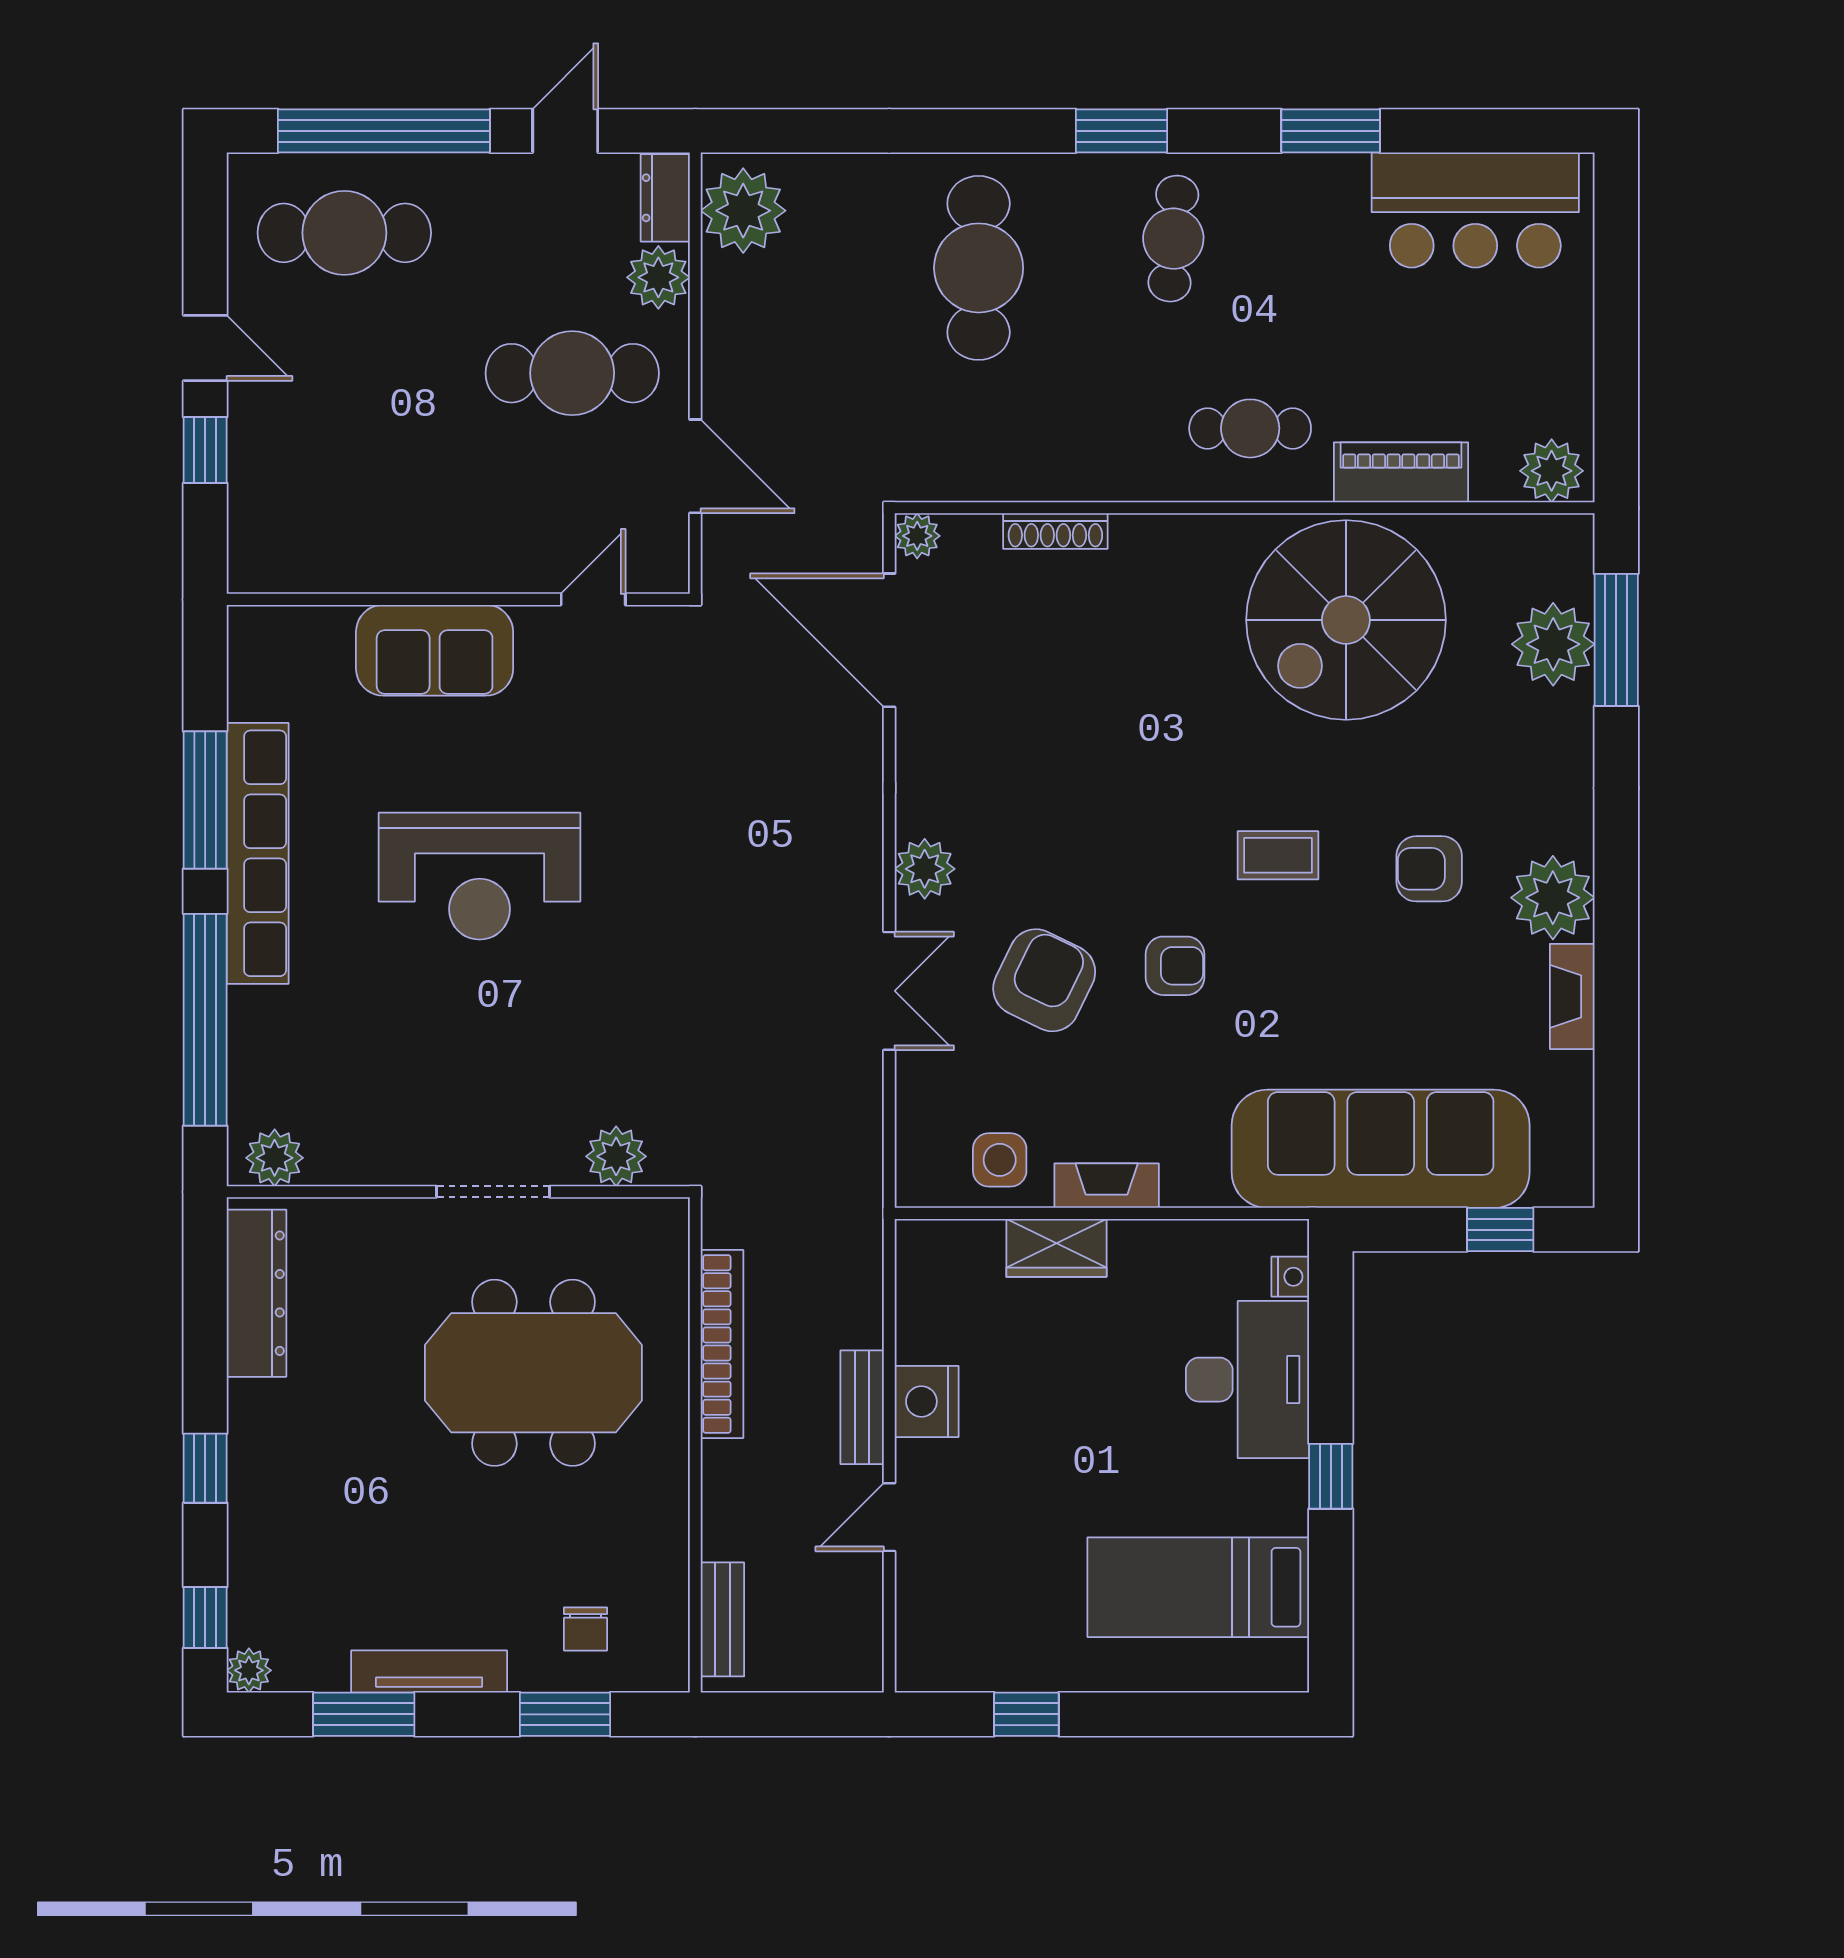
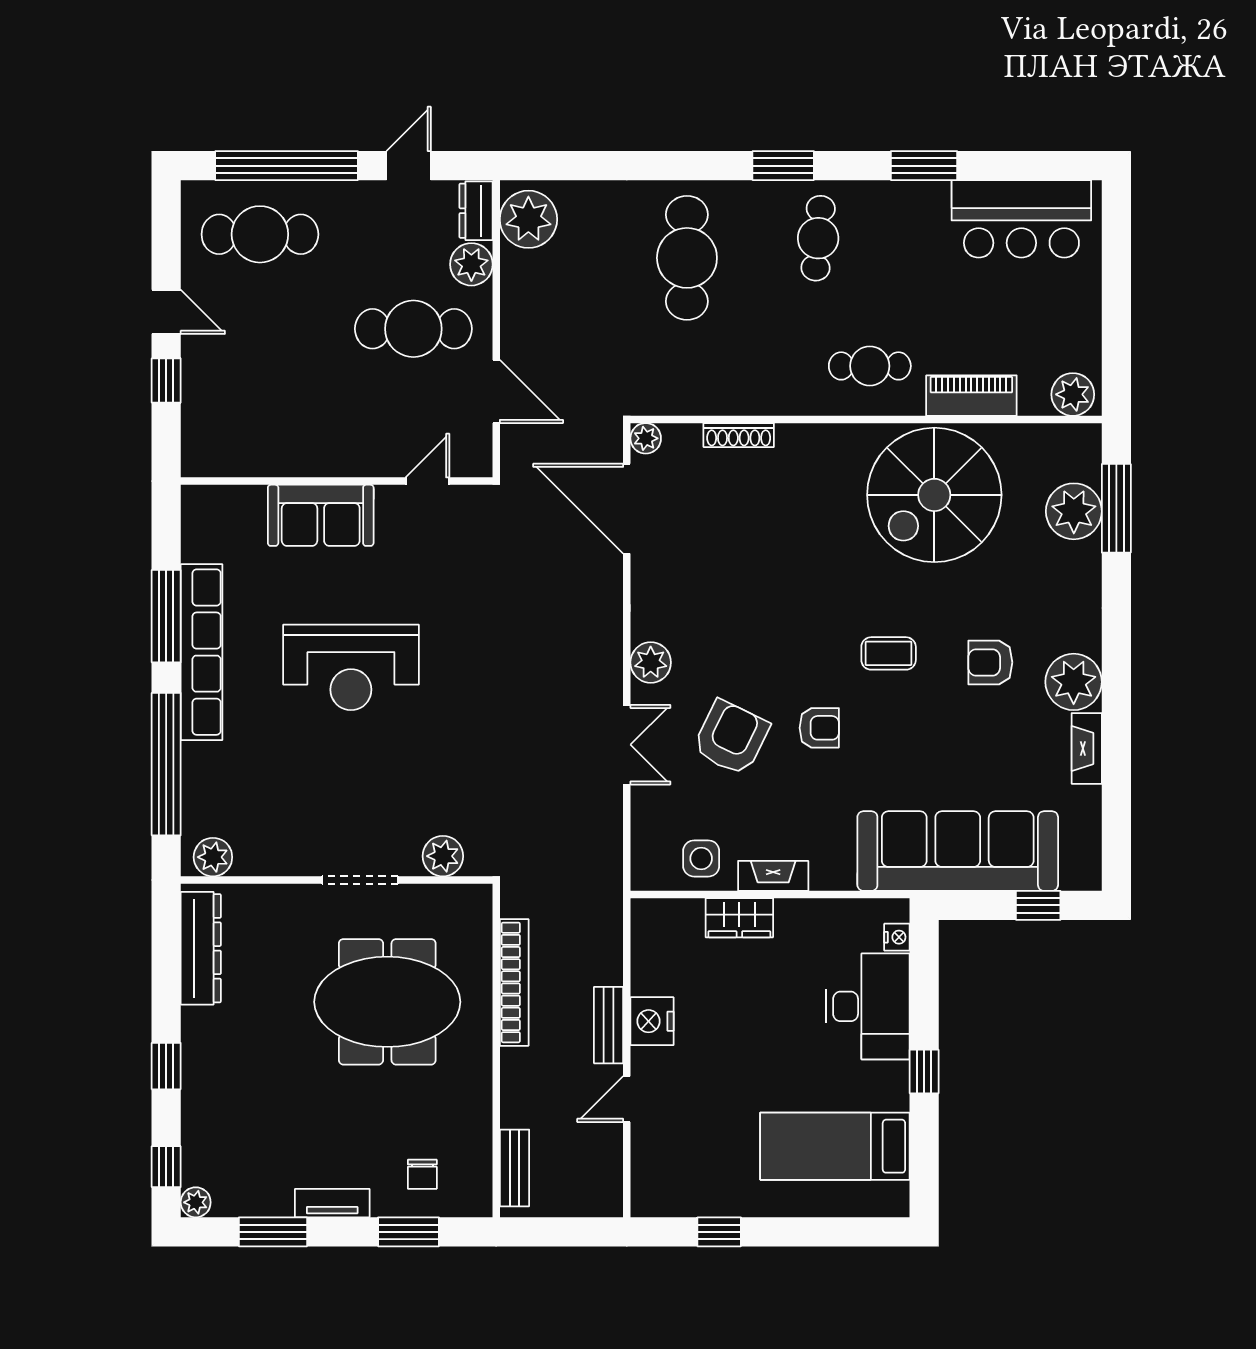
tv unit: (429, 1672) -> (332, 1203), width x0.71

